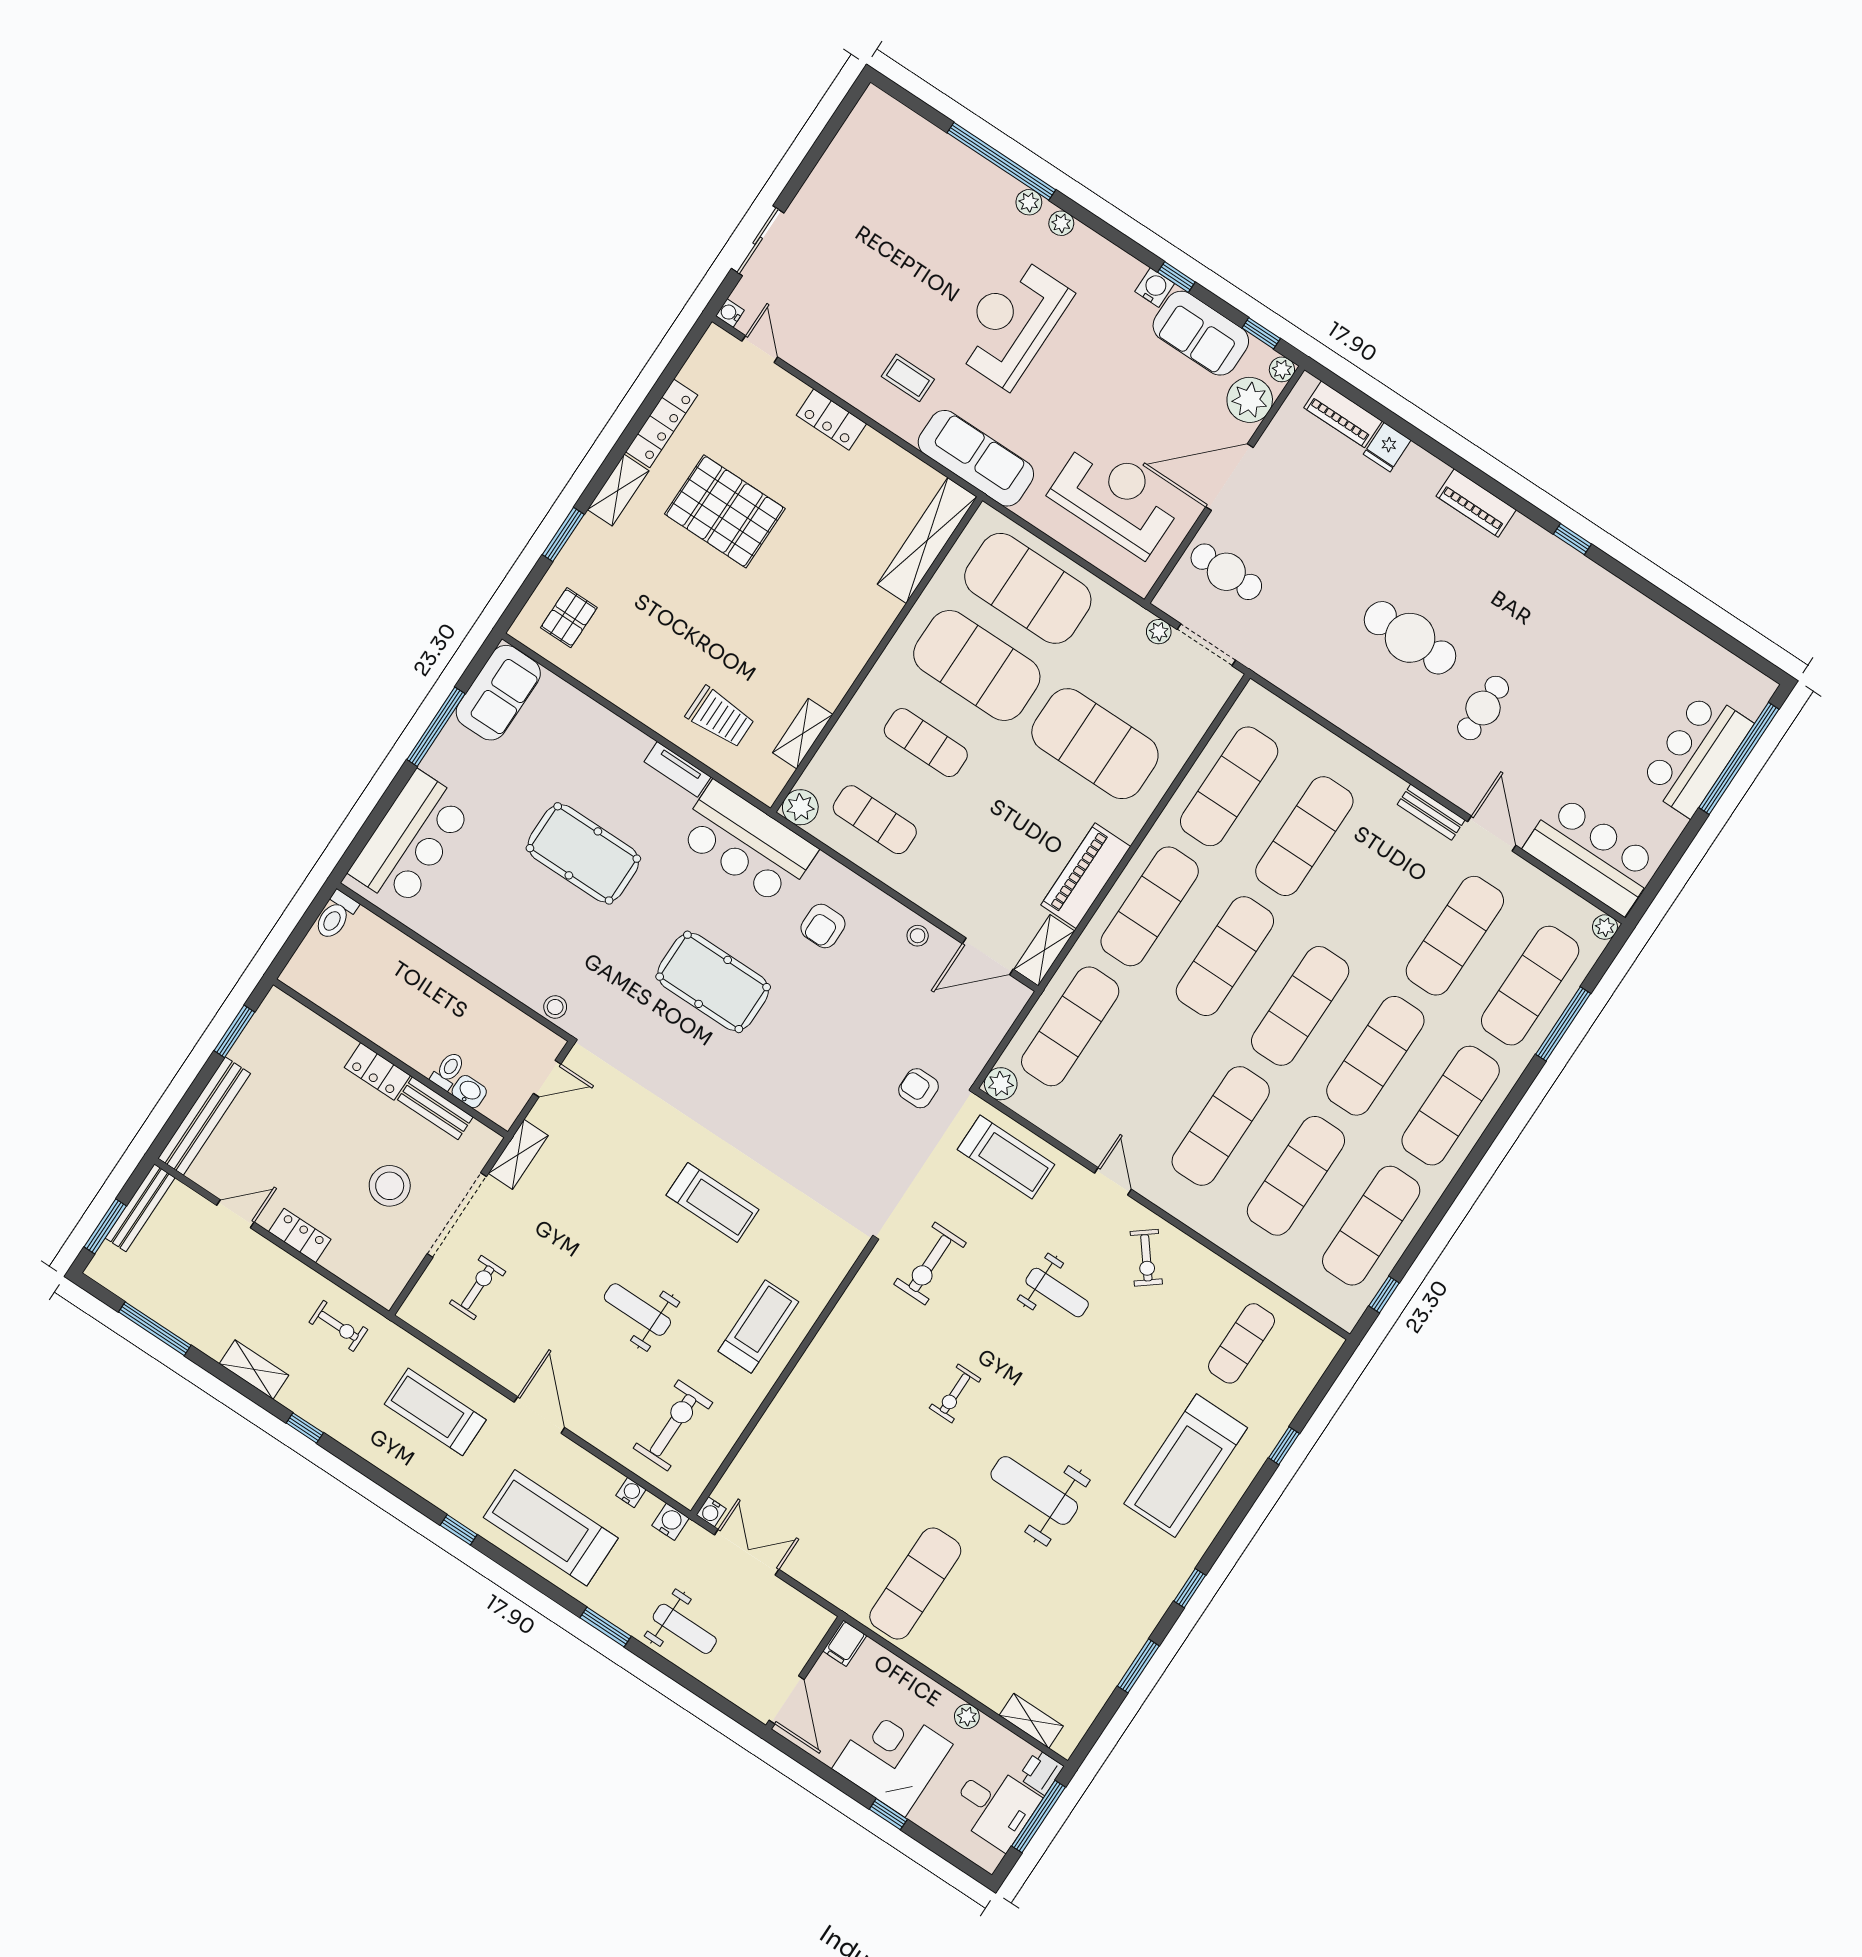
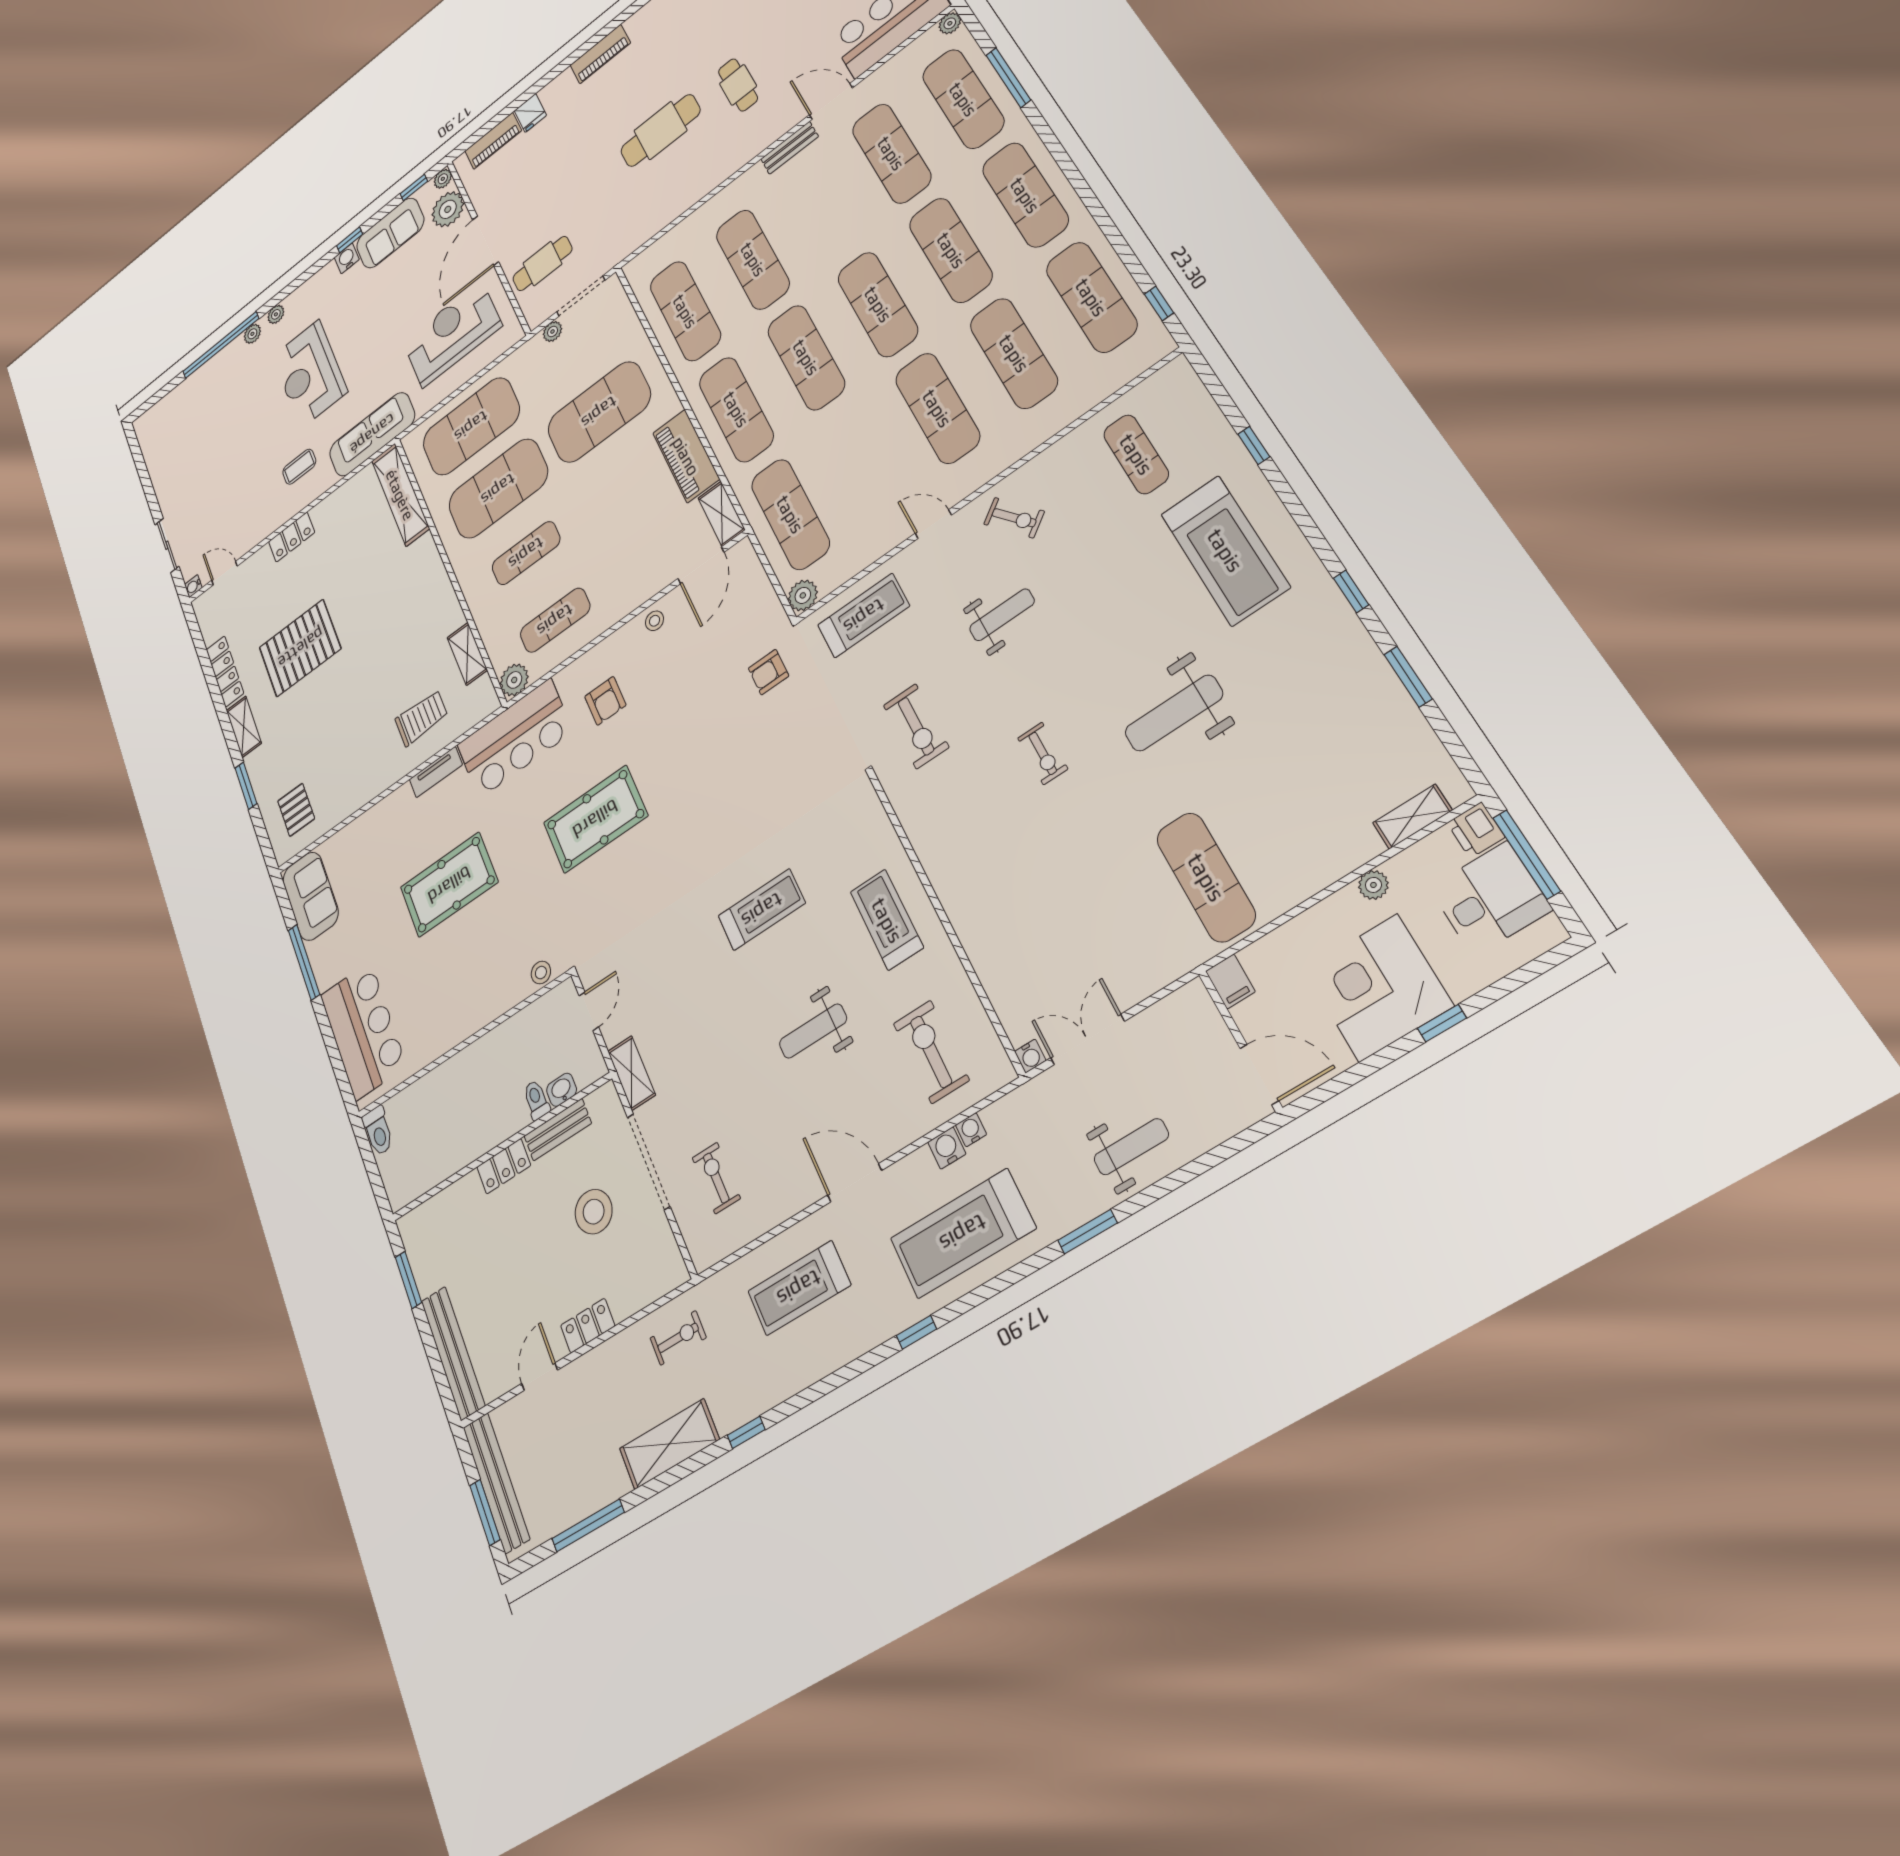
bench: (140, 1208) -> (496, 1483), width x1.37, depth x1.21
shelving: (254, 1369) -> (669, 1444), width x1.50, depth x1.33
water cooler: (670, 1522) -> (947, 1148), moved

